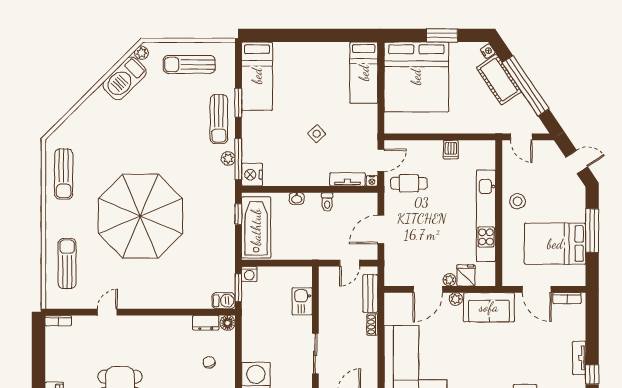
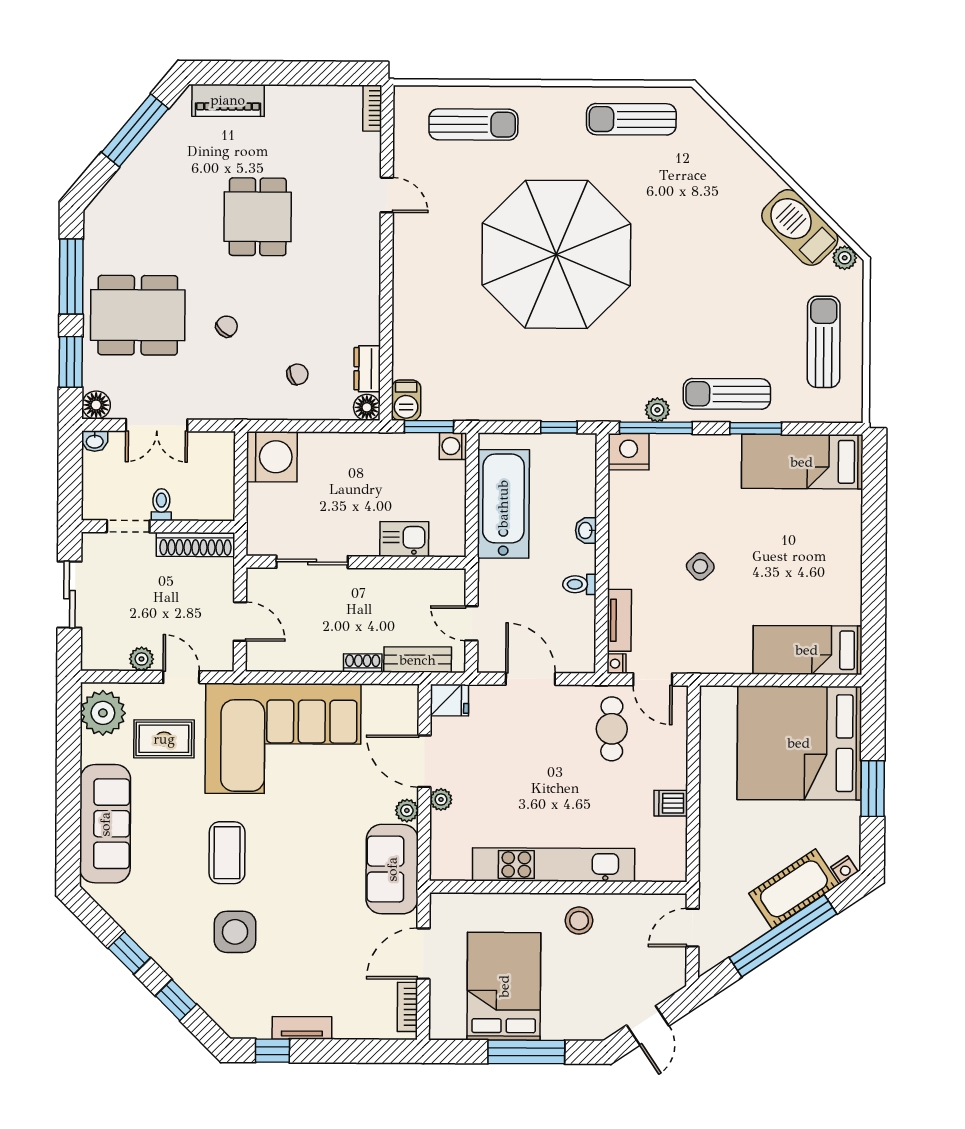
bathtub: (256, 227) -> (503, 504), moved, turned -90
fridge: (466, 275) -> (449, 700), moved

